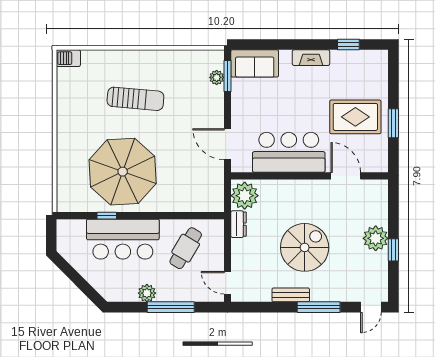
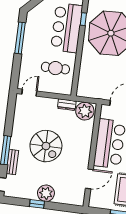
cafe table: (186, 248) -> (55, 68), turned -31
plant: (147, 293) -> (29, 39), removed
bench: (291, 295) -> (12, 162), moved
window: (171, 307) -> (20, 38), moved

